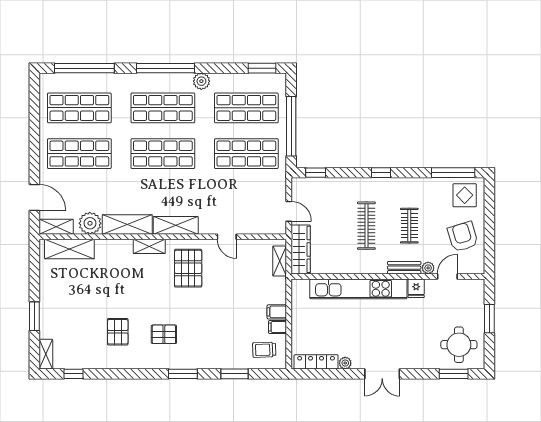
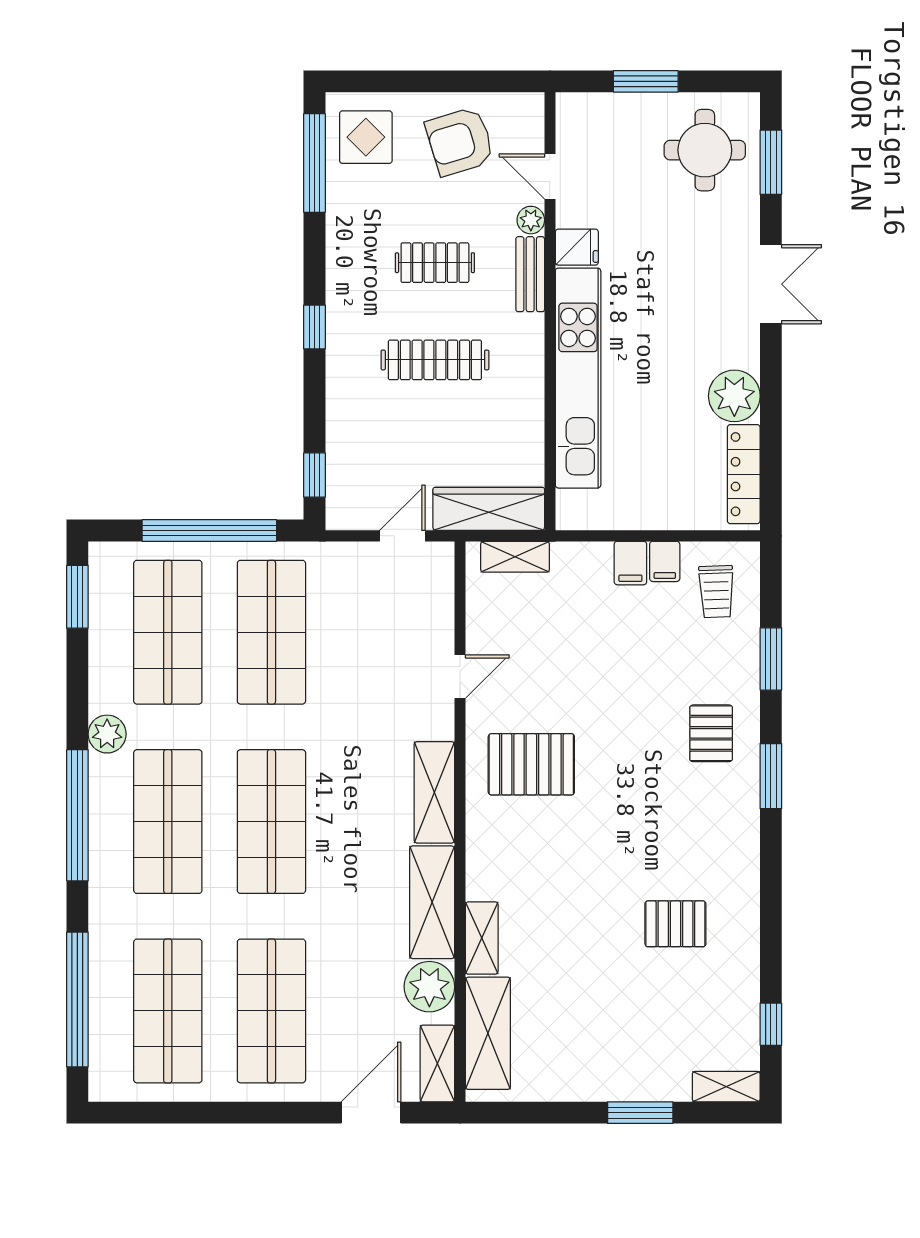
shelving: (149, 246) -> (482, 938), moved
pallet: (164, 334) -> (711, 733), moved
plant: (345, 363) -> (734, 396), width x1.88, depth x1.88
double door: (382, 374) -> (771, 284), moved

